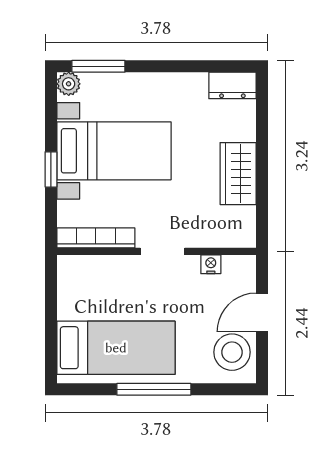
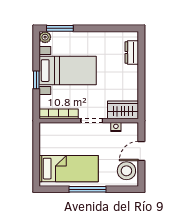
dresser: (232, 85) -> (132, 52), moved, turned 90
wardrobe: (238, 174) -> (123, 110), moved, turned 90

